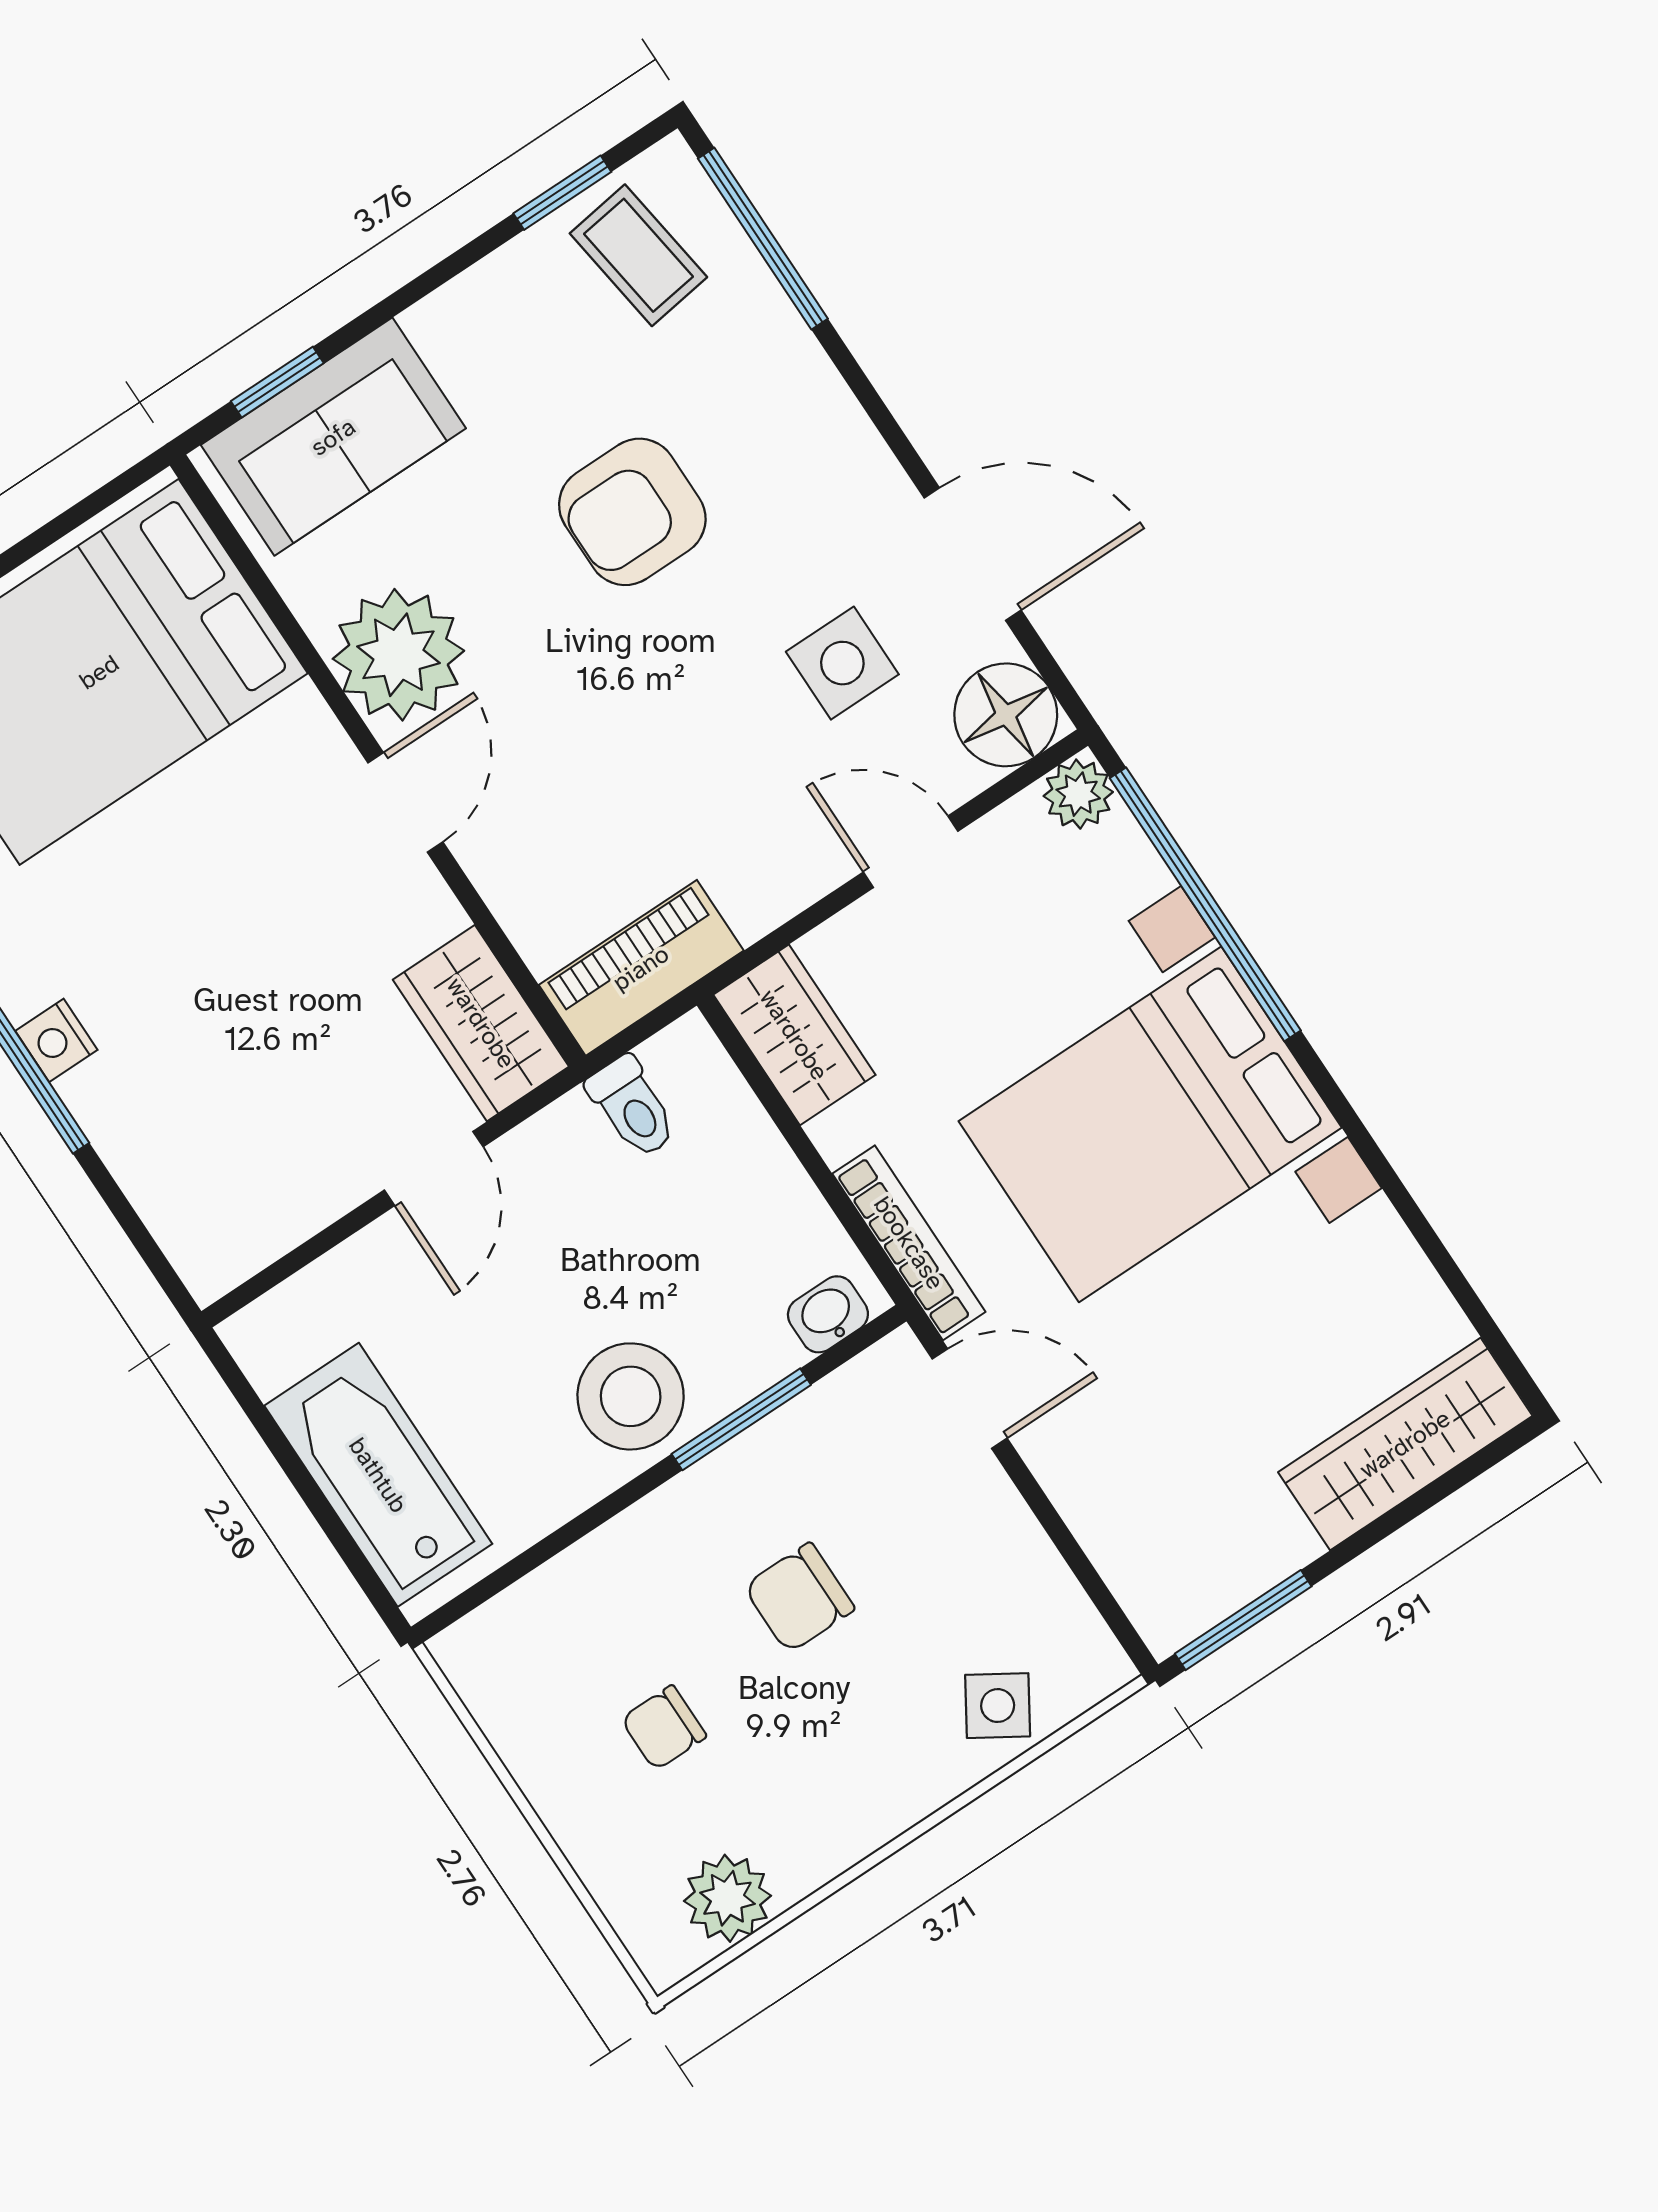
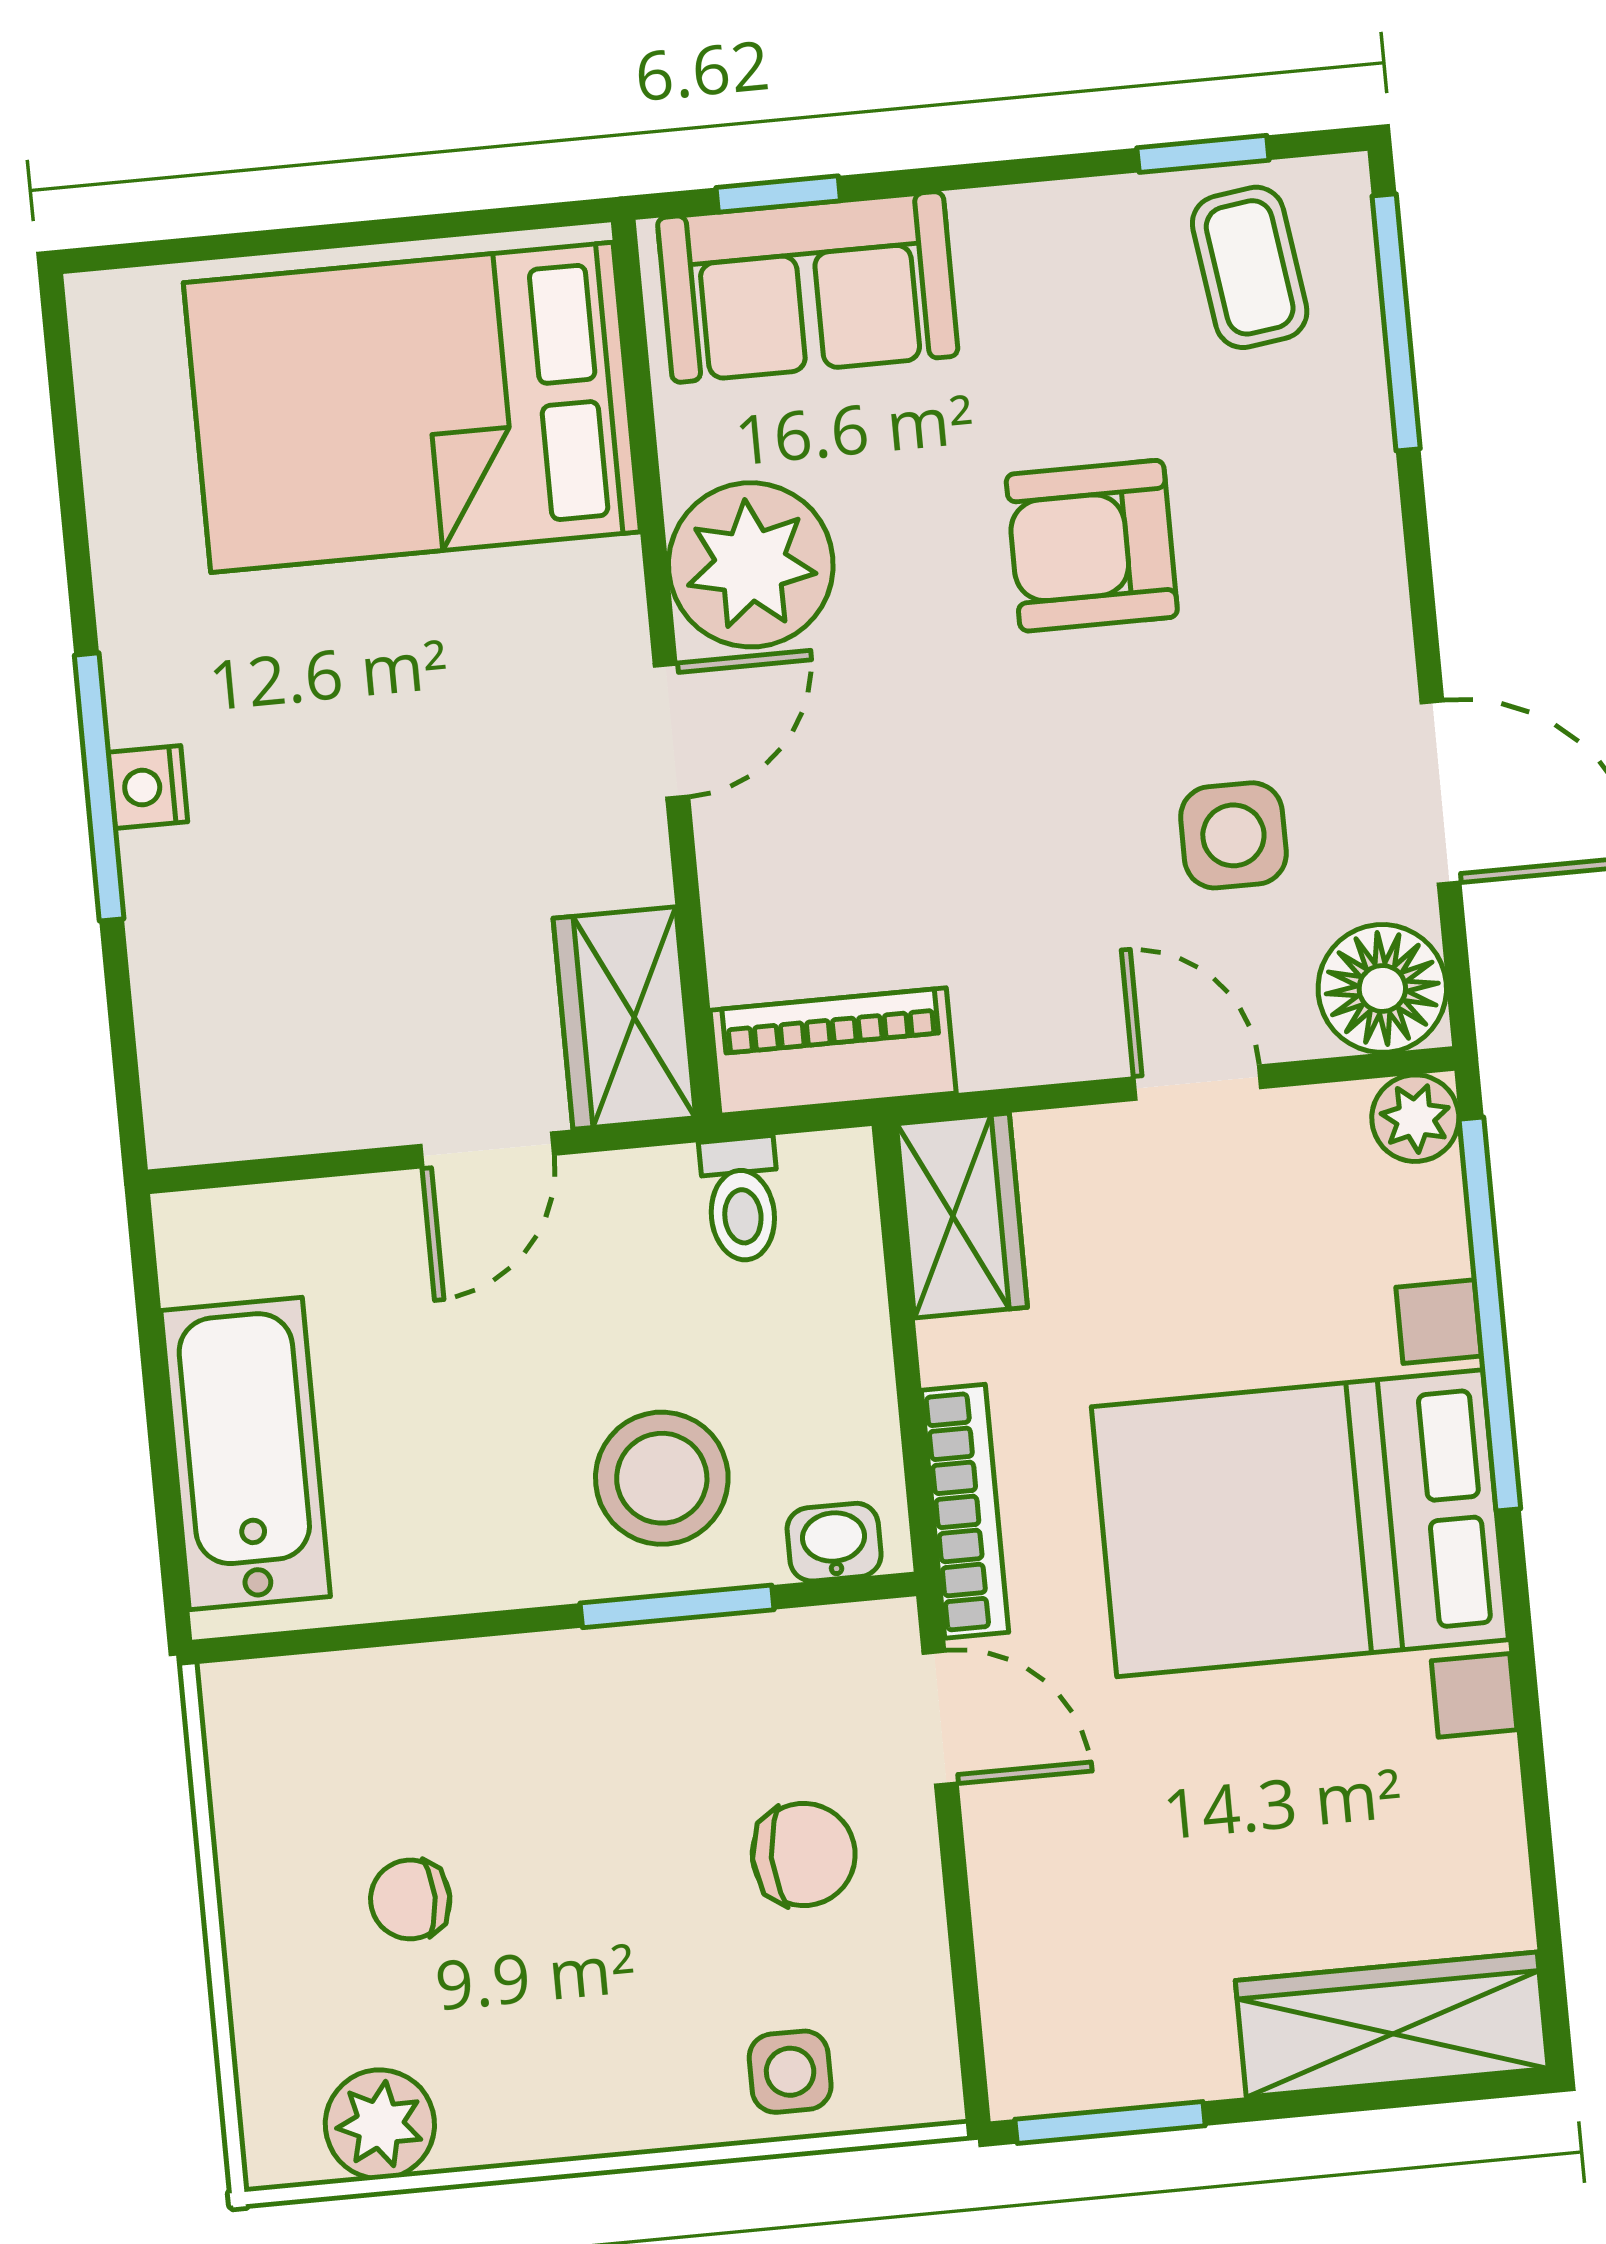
stool: (631, 1396) -> (662, 1478), moved
chair: (799, 1598) -> (804, 1854), moved, turned 180
side table: (998, 1706) -> (790, 2072), turned -32

